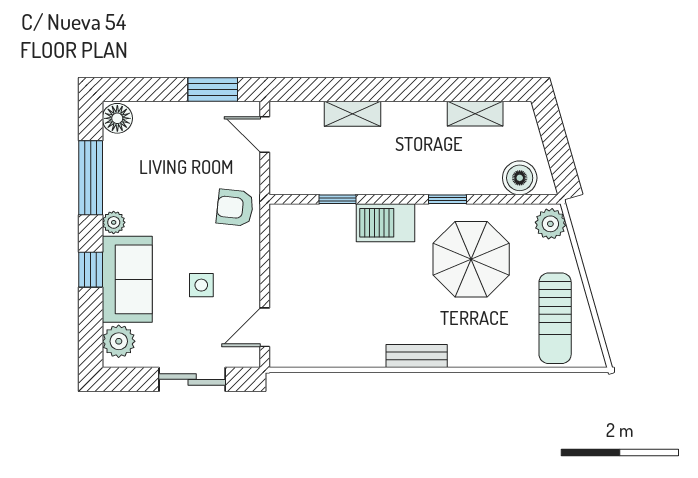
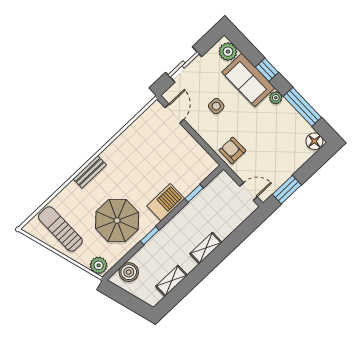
shelving: (352, 114) -> (206, 248), moved
armchair: (235, 208) -> (232, 150), turned -96
bench: (417, 356) -> (90, 172), moved

